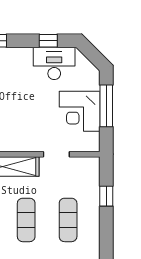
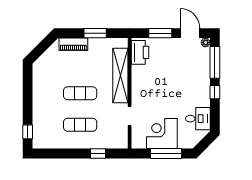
window: (48, 41) -> (215, 92), moved
desk: (54, 63) -> (198, 119), width x0.73

